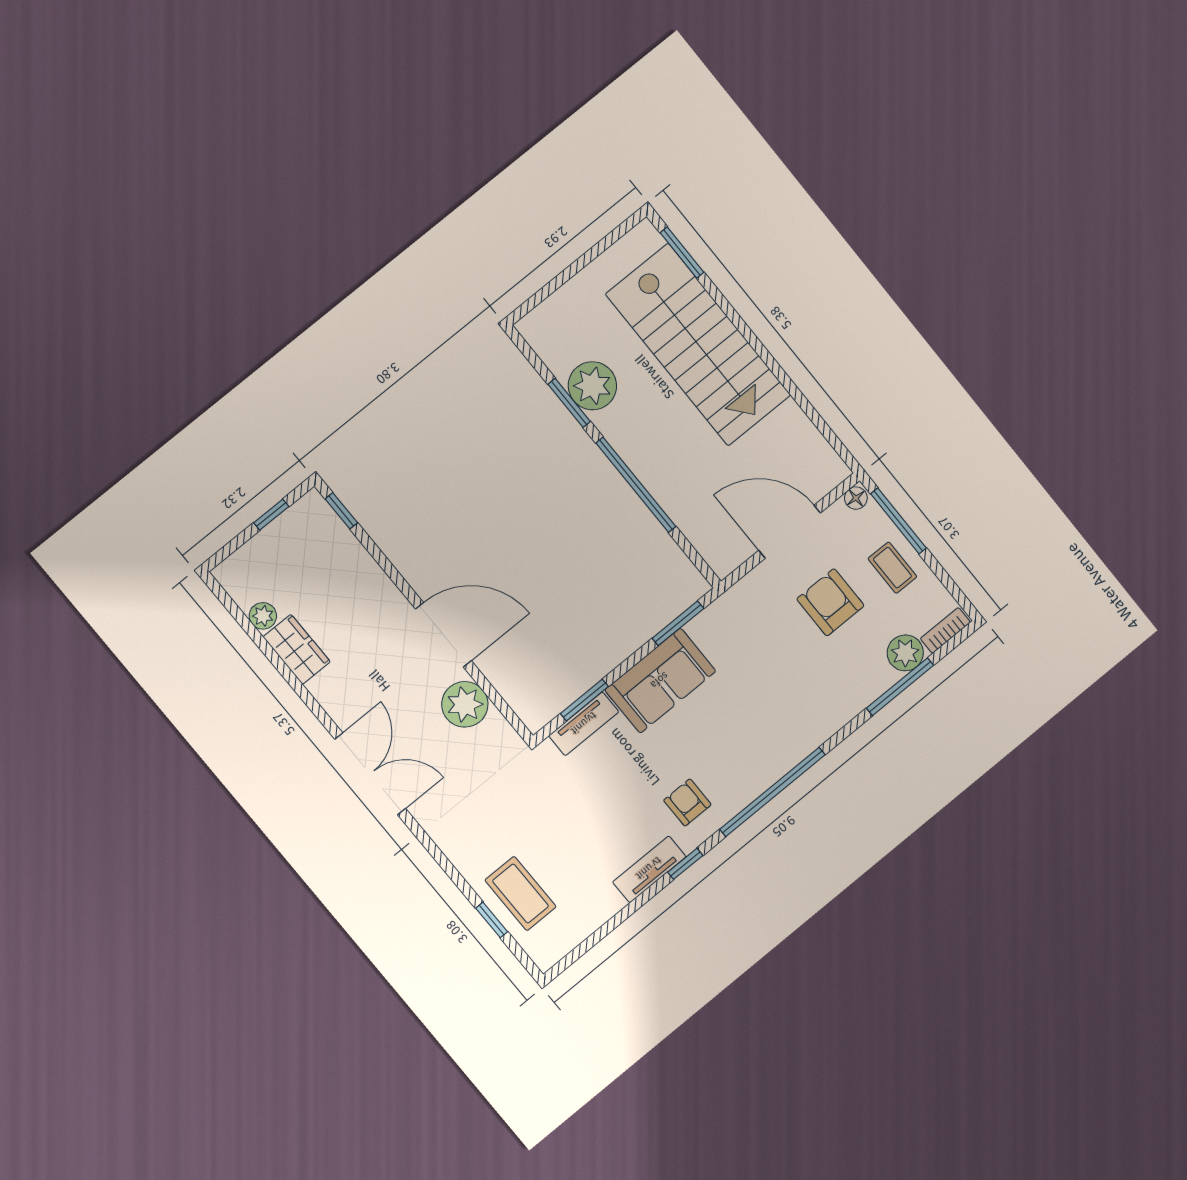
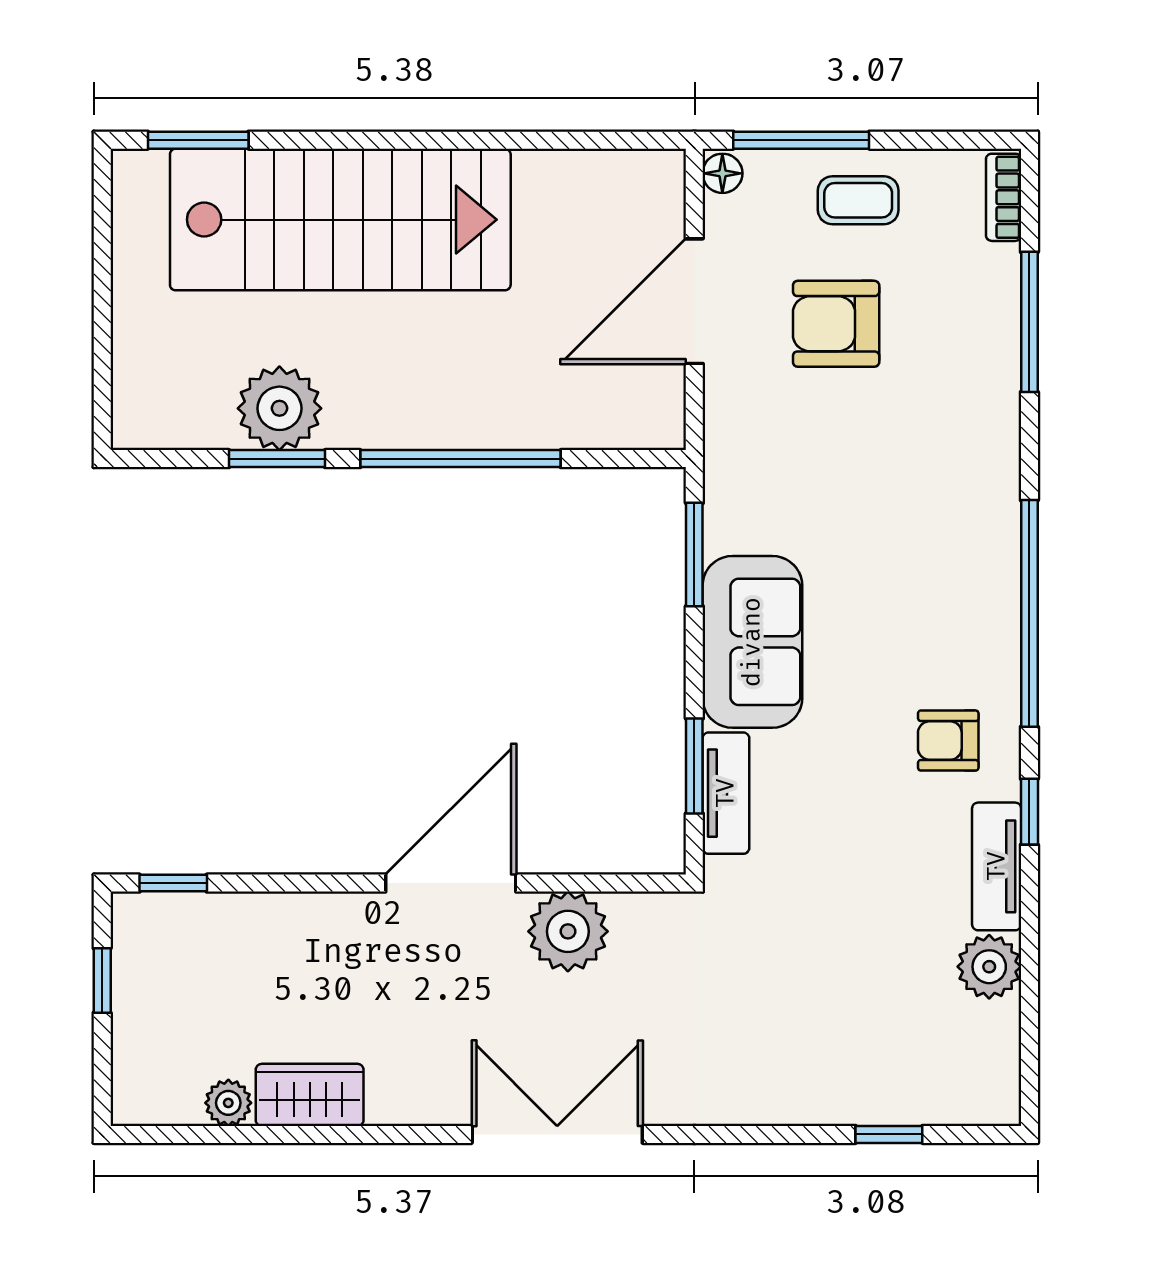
plant: (905, 653) -> (989, 967), moved
coffee table: (521, 893) -> (885, 1066), removed

